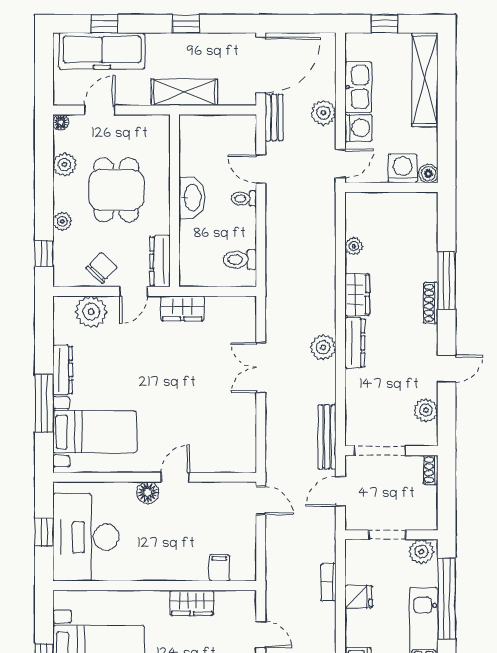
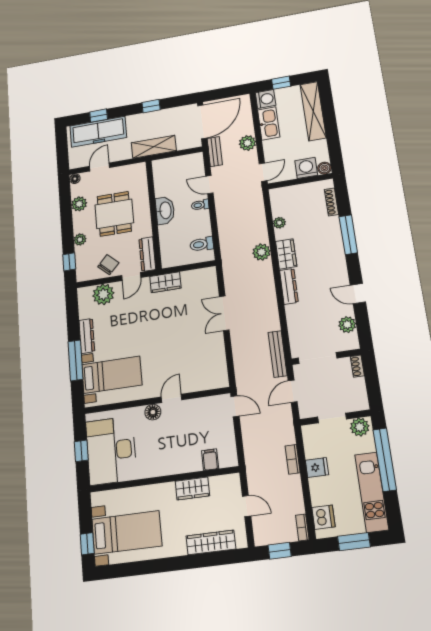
washing machine: (358, 128) -> (266, 99), moved
shoe rack: (431, 303) -> (331, 202), moved
plant: (323, 347) -> (262, 252), moved
door: (447, 369) -> (358, 294), swing flipped

